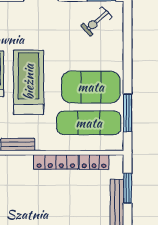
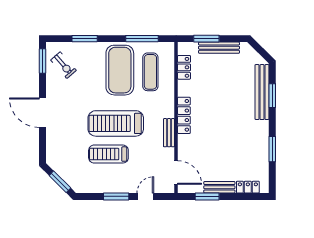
window: (128, 46) -> (85, 39), added
exercise mat: (89, 123) -> (150, 72), width x0.73, depth x0.69
locker: (56, 162) -> (184, 115), moved

